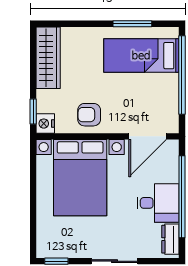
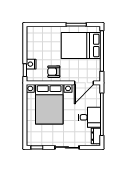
bed: (141, 56) -> (81, 45), width x1.50
wardrobe: (48, 58) -> (33, 42), removed
nightstand: (45, 124) -> (31, 64), moved

